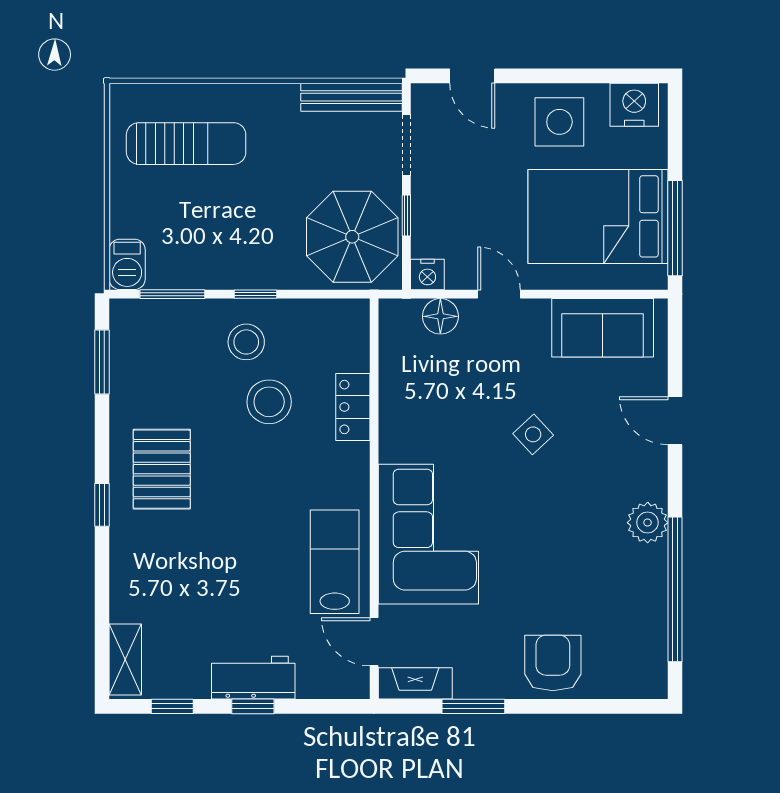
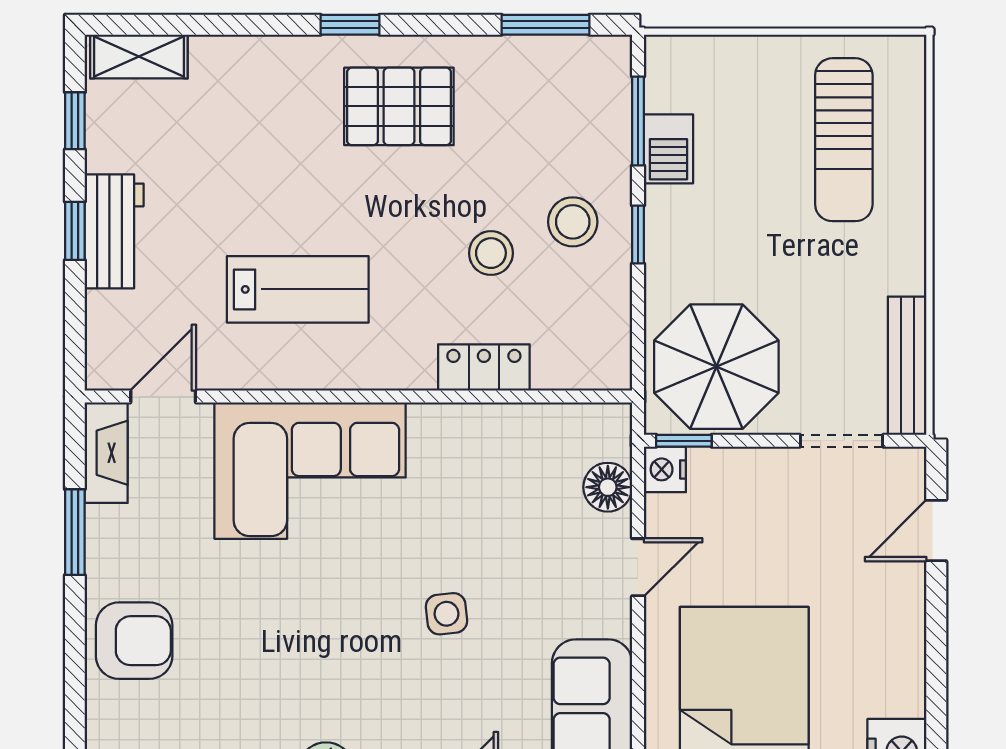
side table: (559, 122) -> (873, 650), removed
window: (406, 216) -> (684, 441), moved
barbecue: (127, 264) -> (668, 149), moved, turned -90
stool: (269, 402) -> (491, 253), width x0.73, depth x0.73
side table: (533, 434) -> (446, 614), turned 37
lab bench: (335, 562) -> (298, 289), moved

